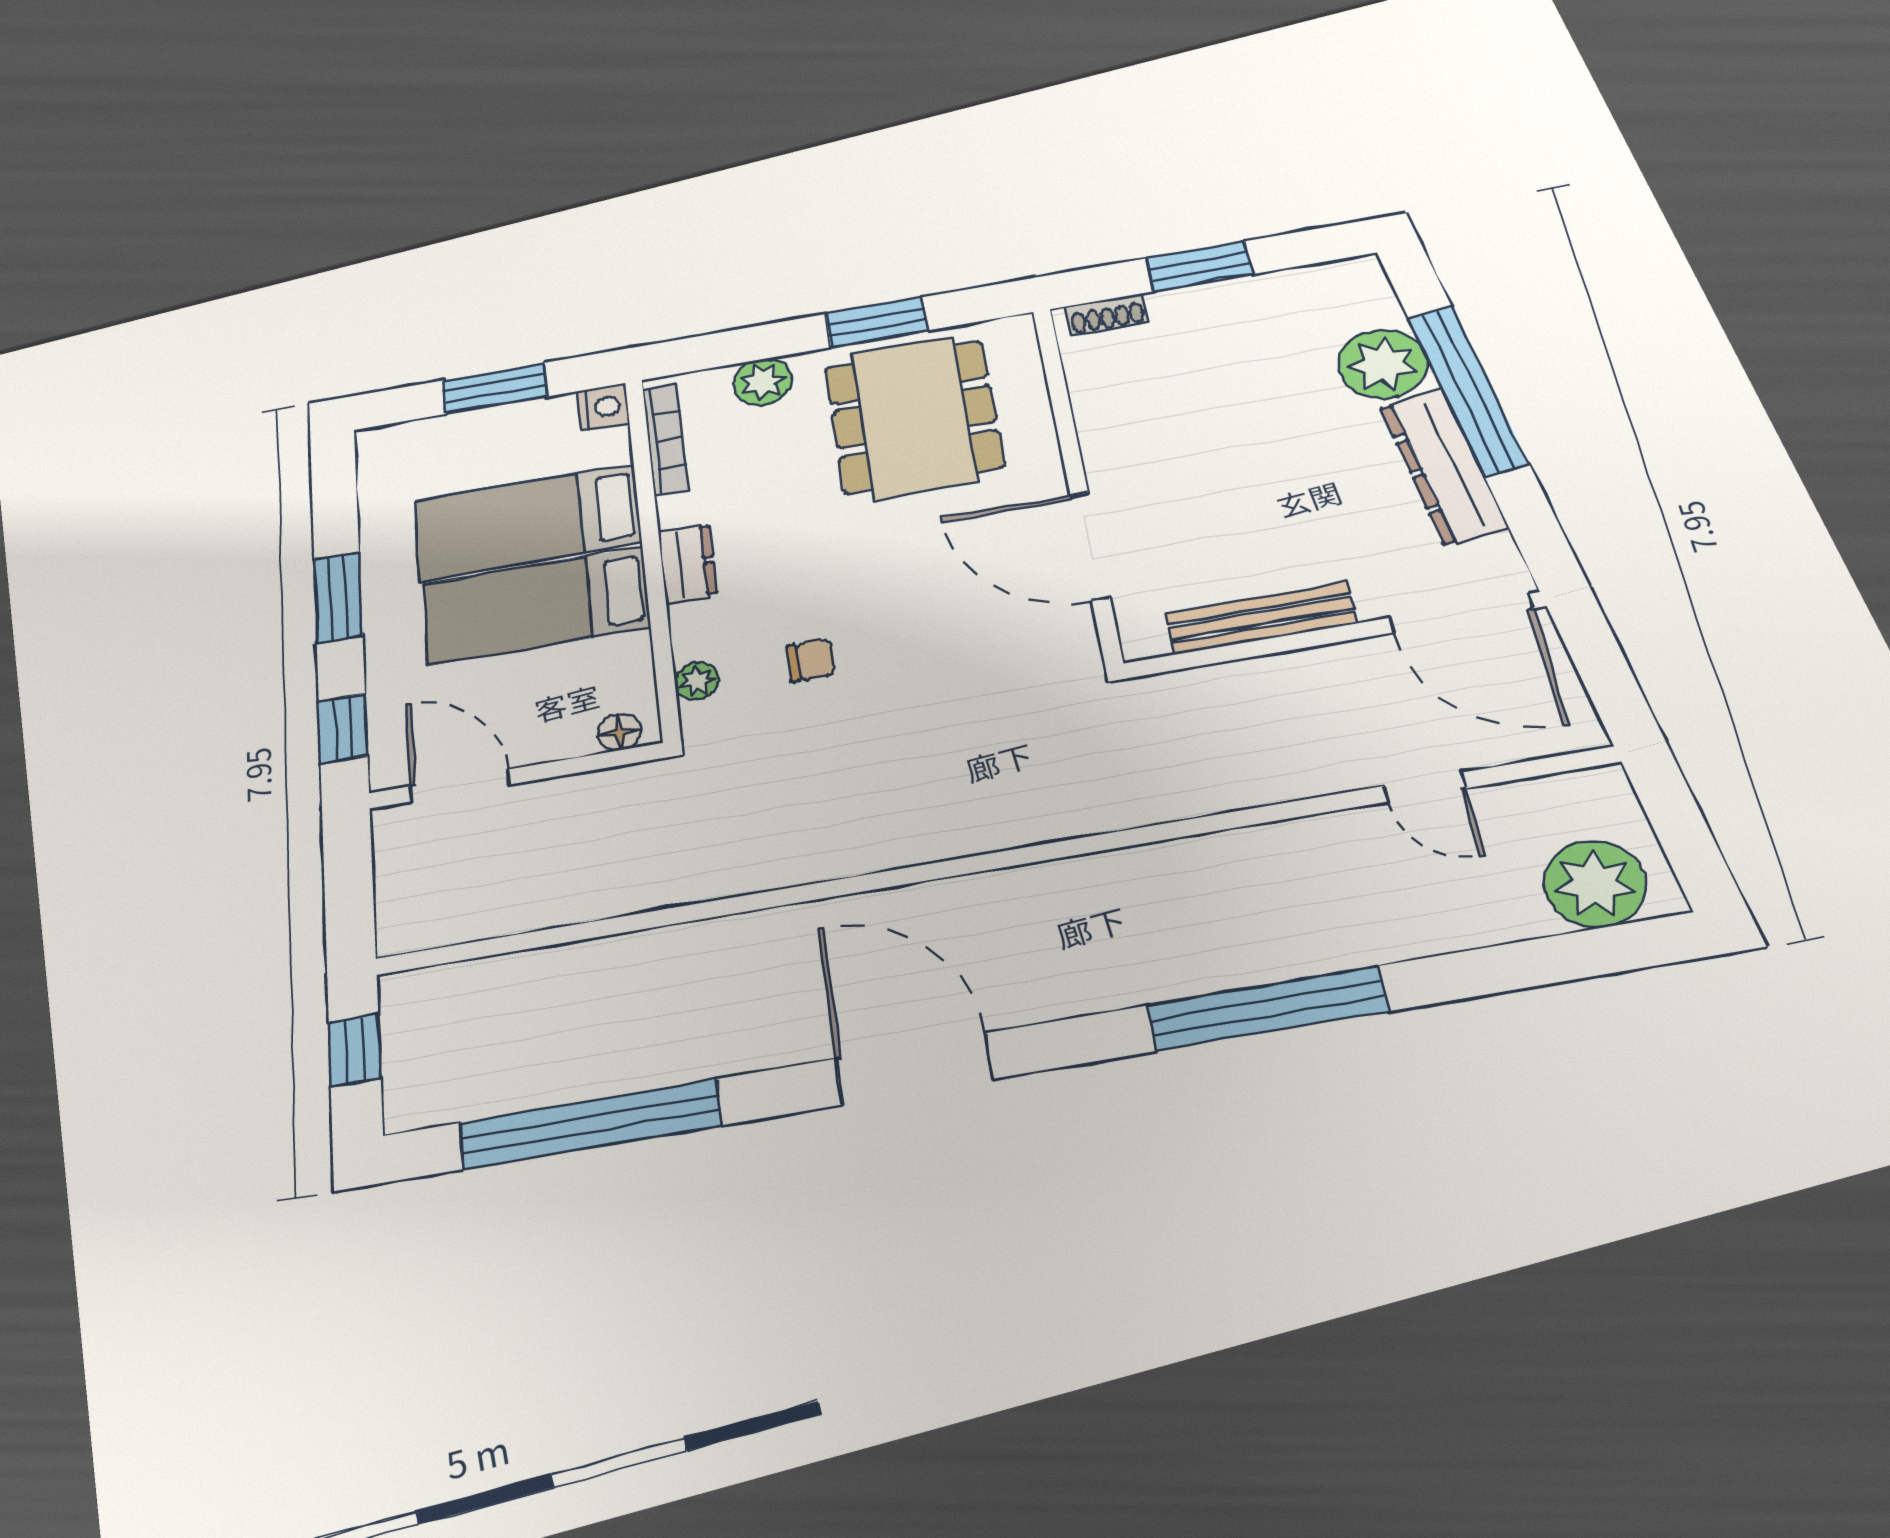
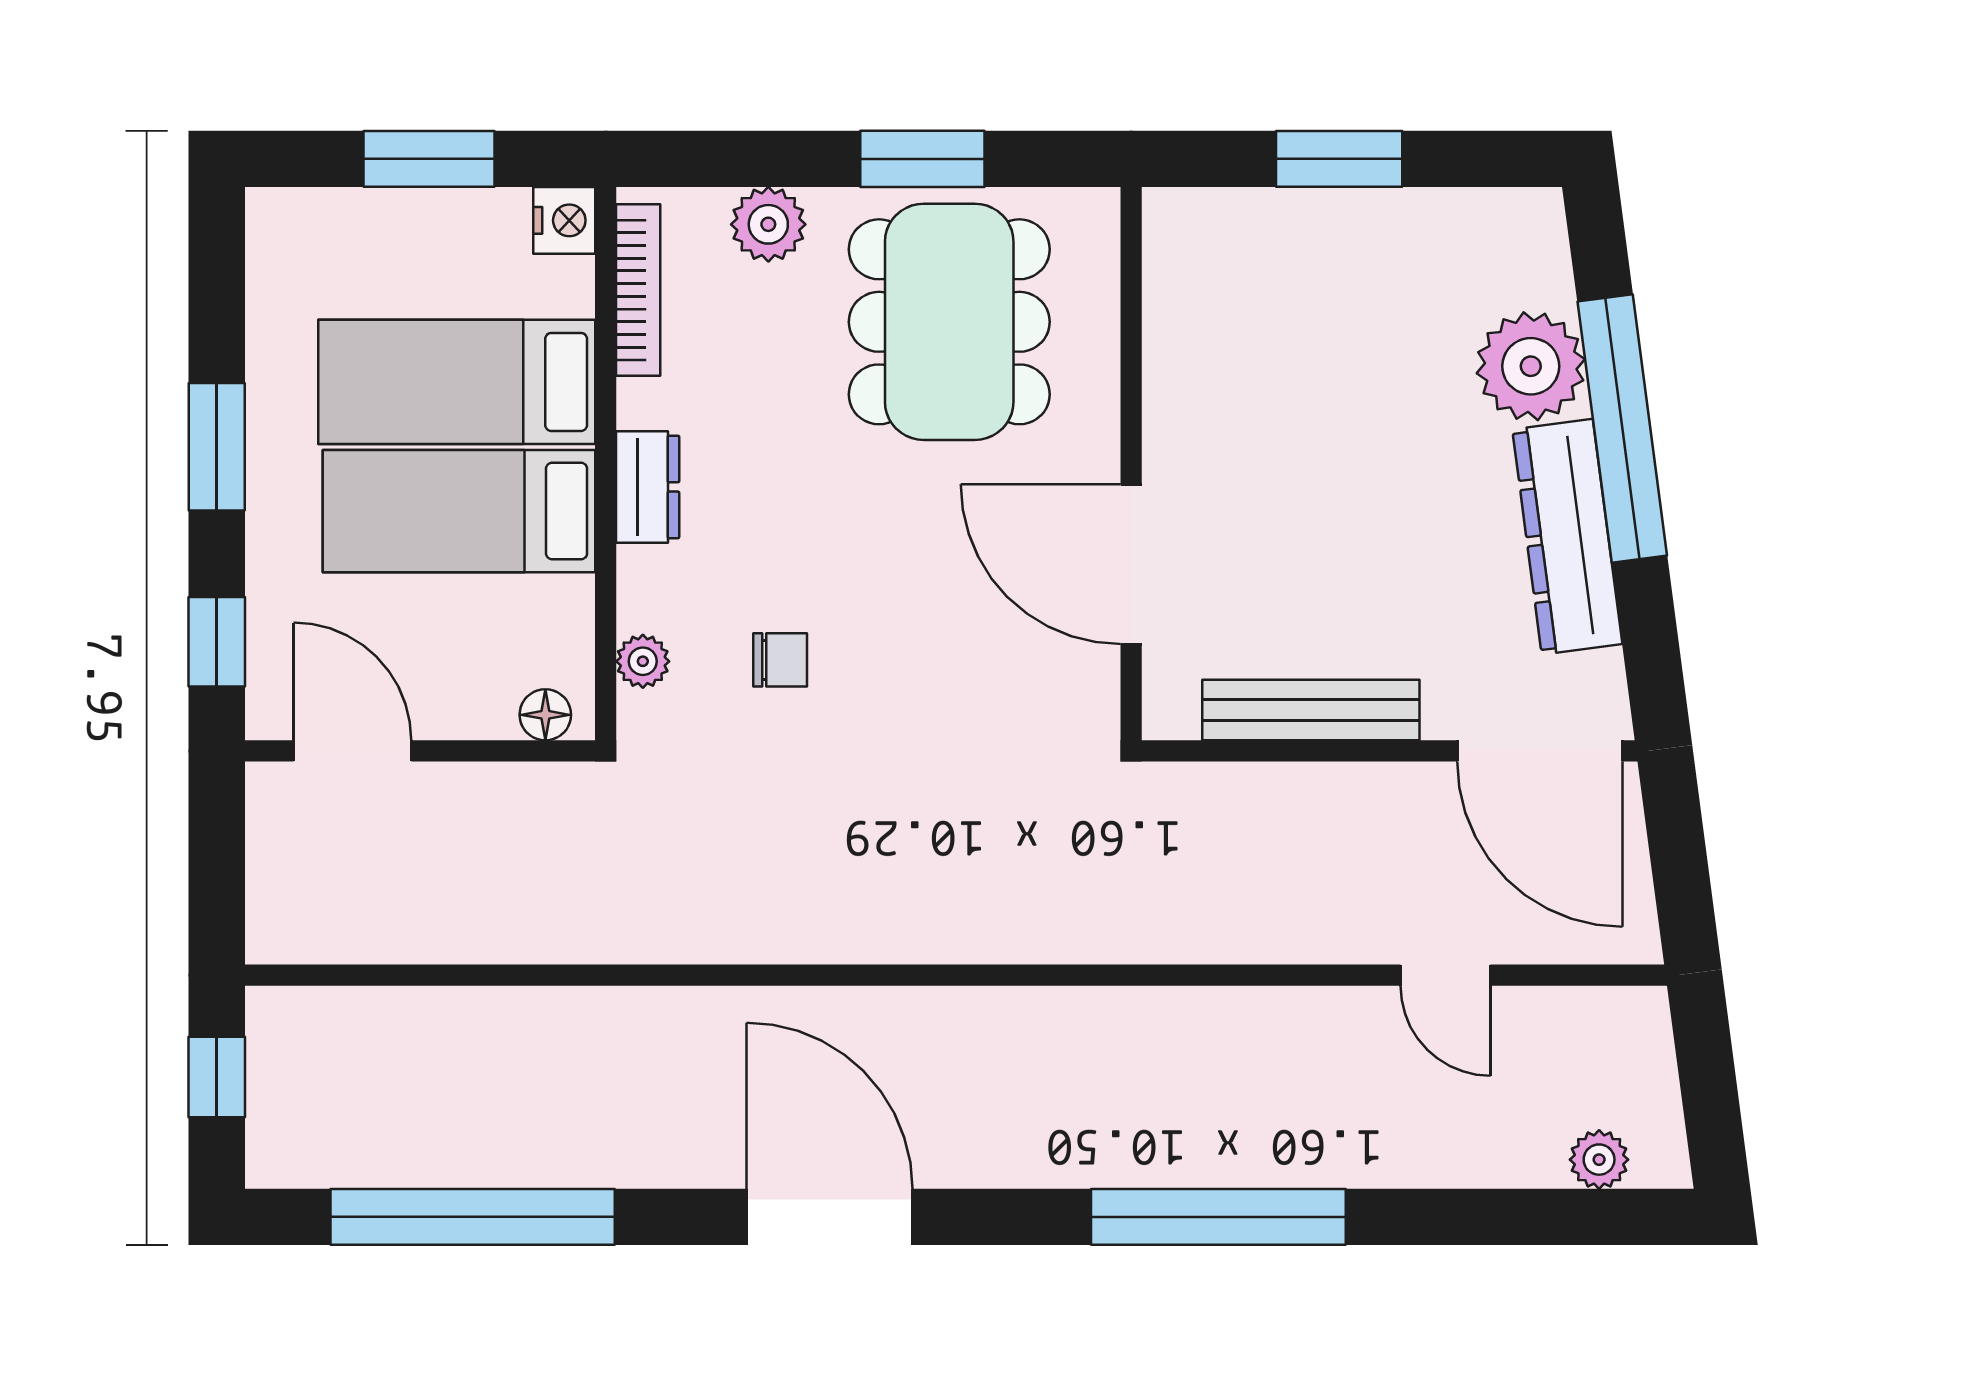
shoe rack: (1107, 314) -> (1211, 211), removed
plant: (1595, 884) -> (1599, 1160), width x0.53, depth x0.53

